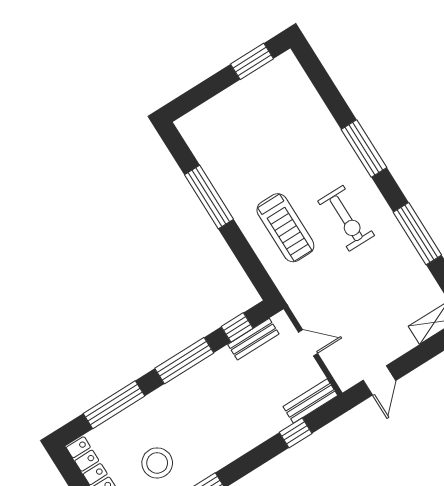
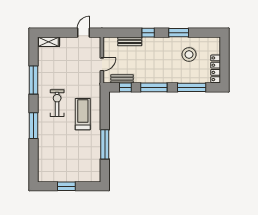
window: (252, 61) -> (66, 186), moved
door: (308, 343) -> (102, 64), swing flipped
bench: (310, 401) -> (130, 41), moved
window: (296, 433) -> (148, 33), moved

